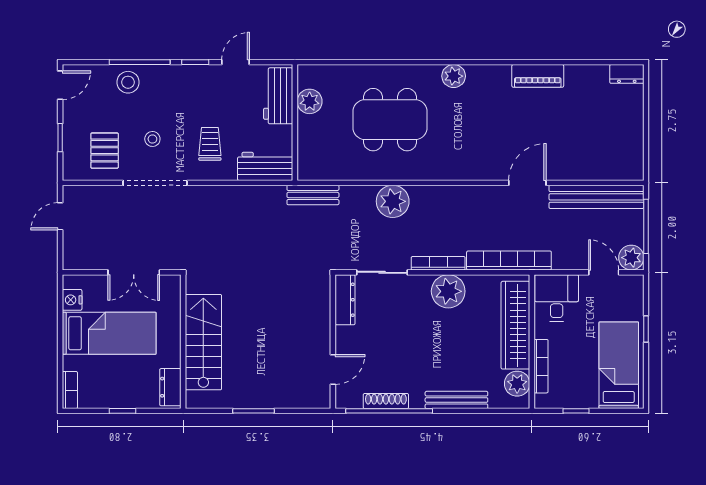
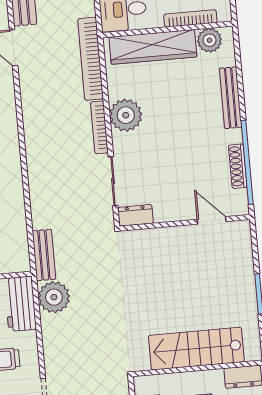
plant: (393, 201) -> (54, 297), moved
dresser: (345, 300) -> (135, 215), width x0.70

